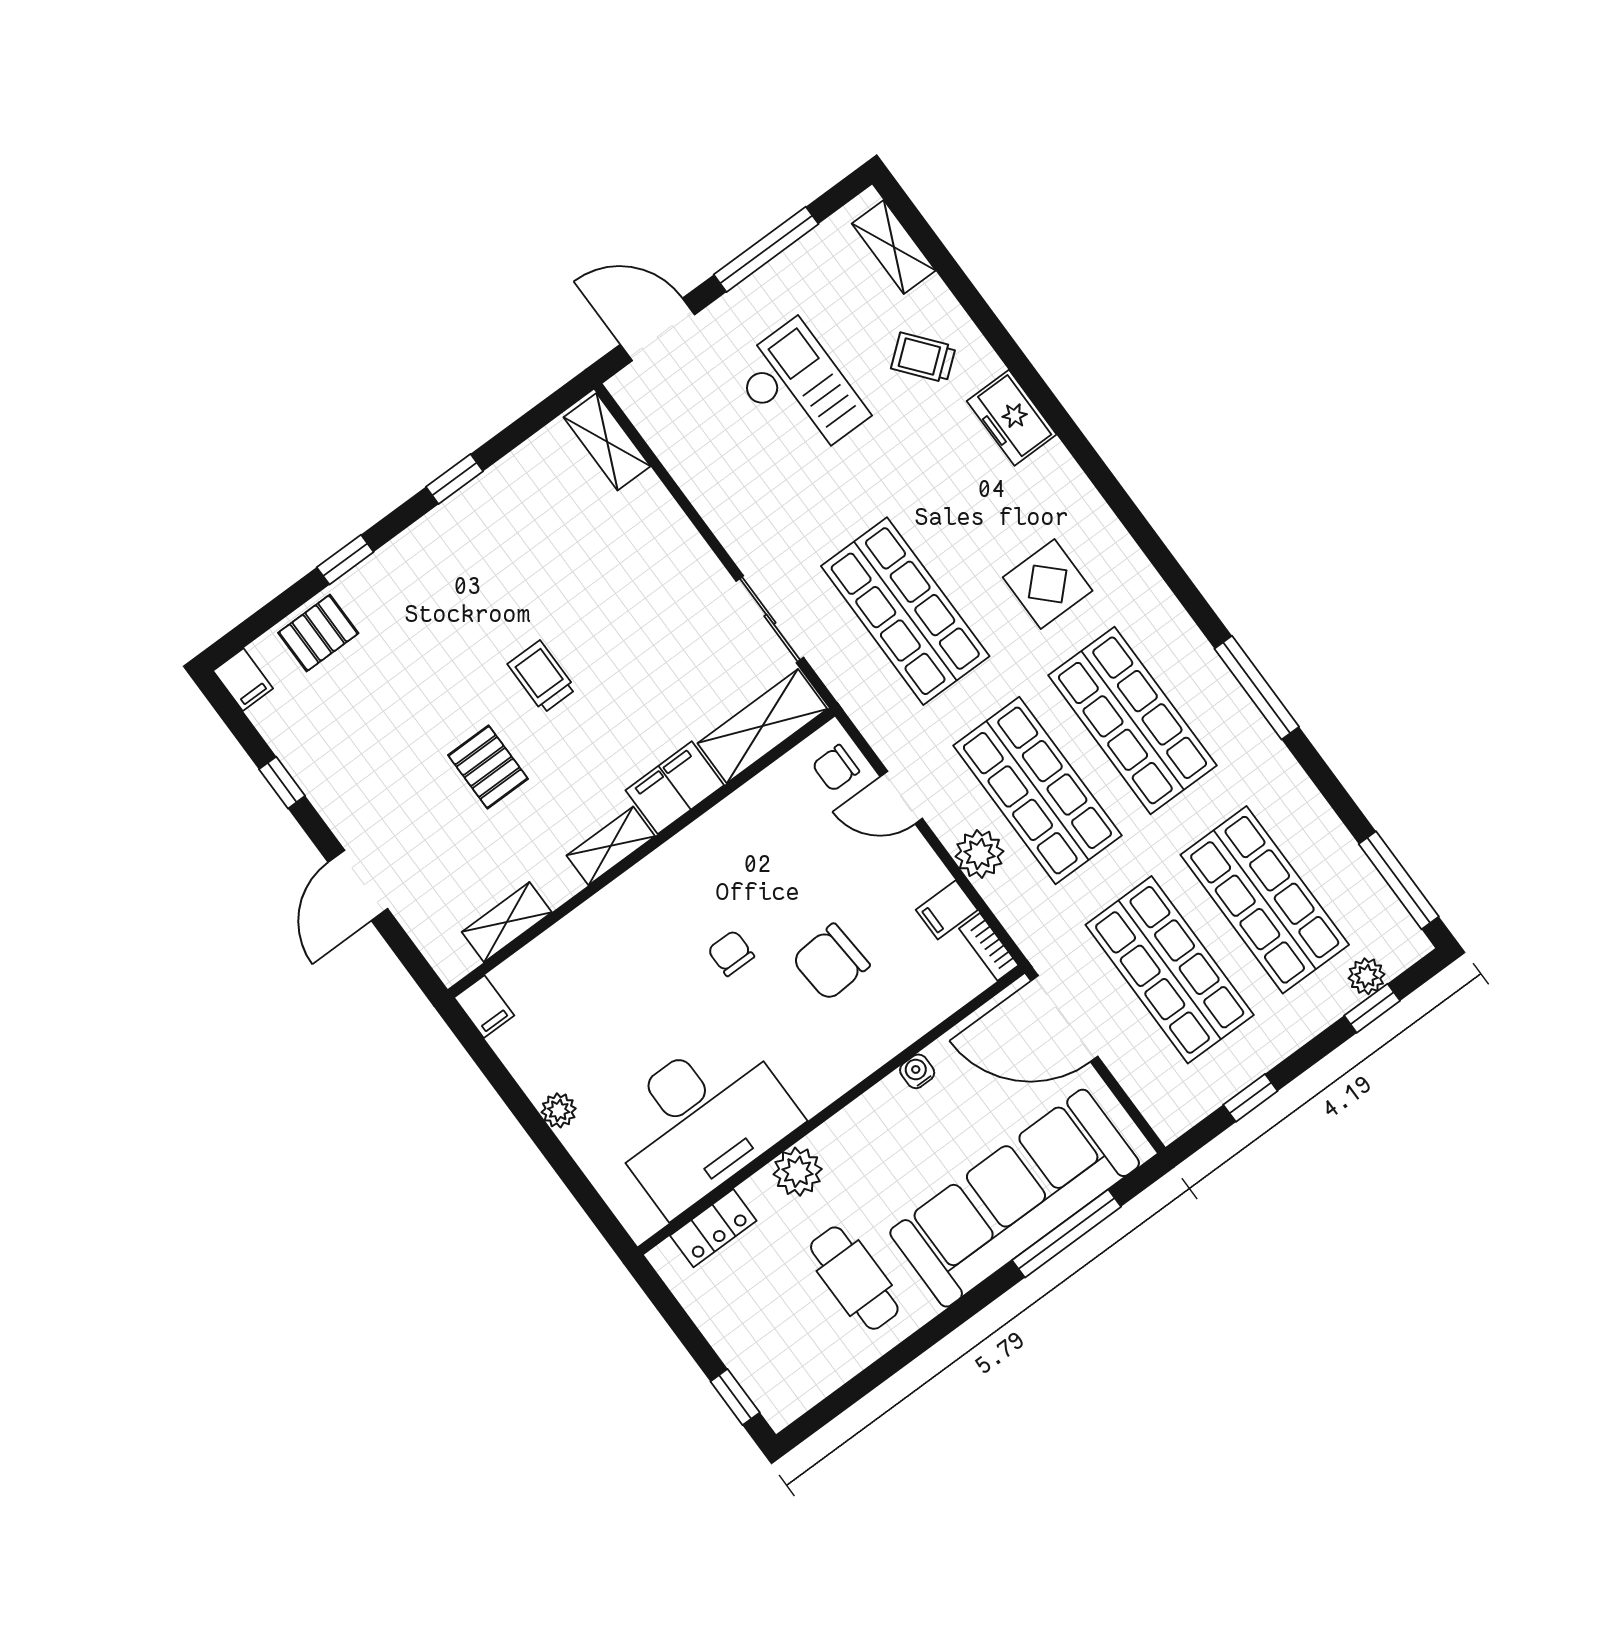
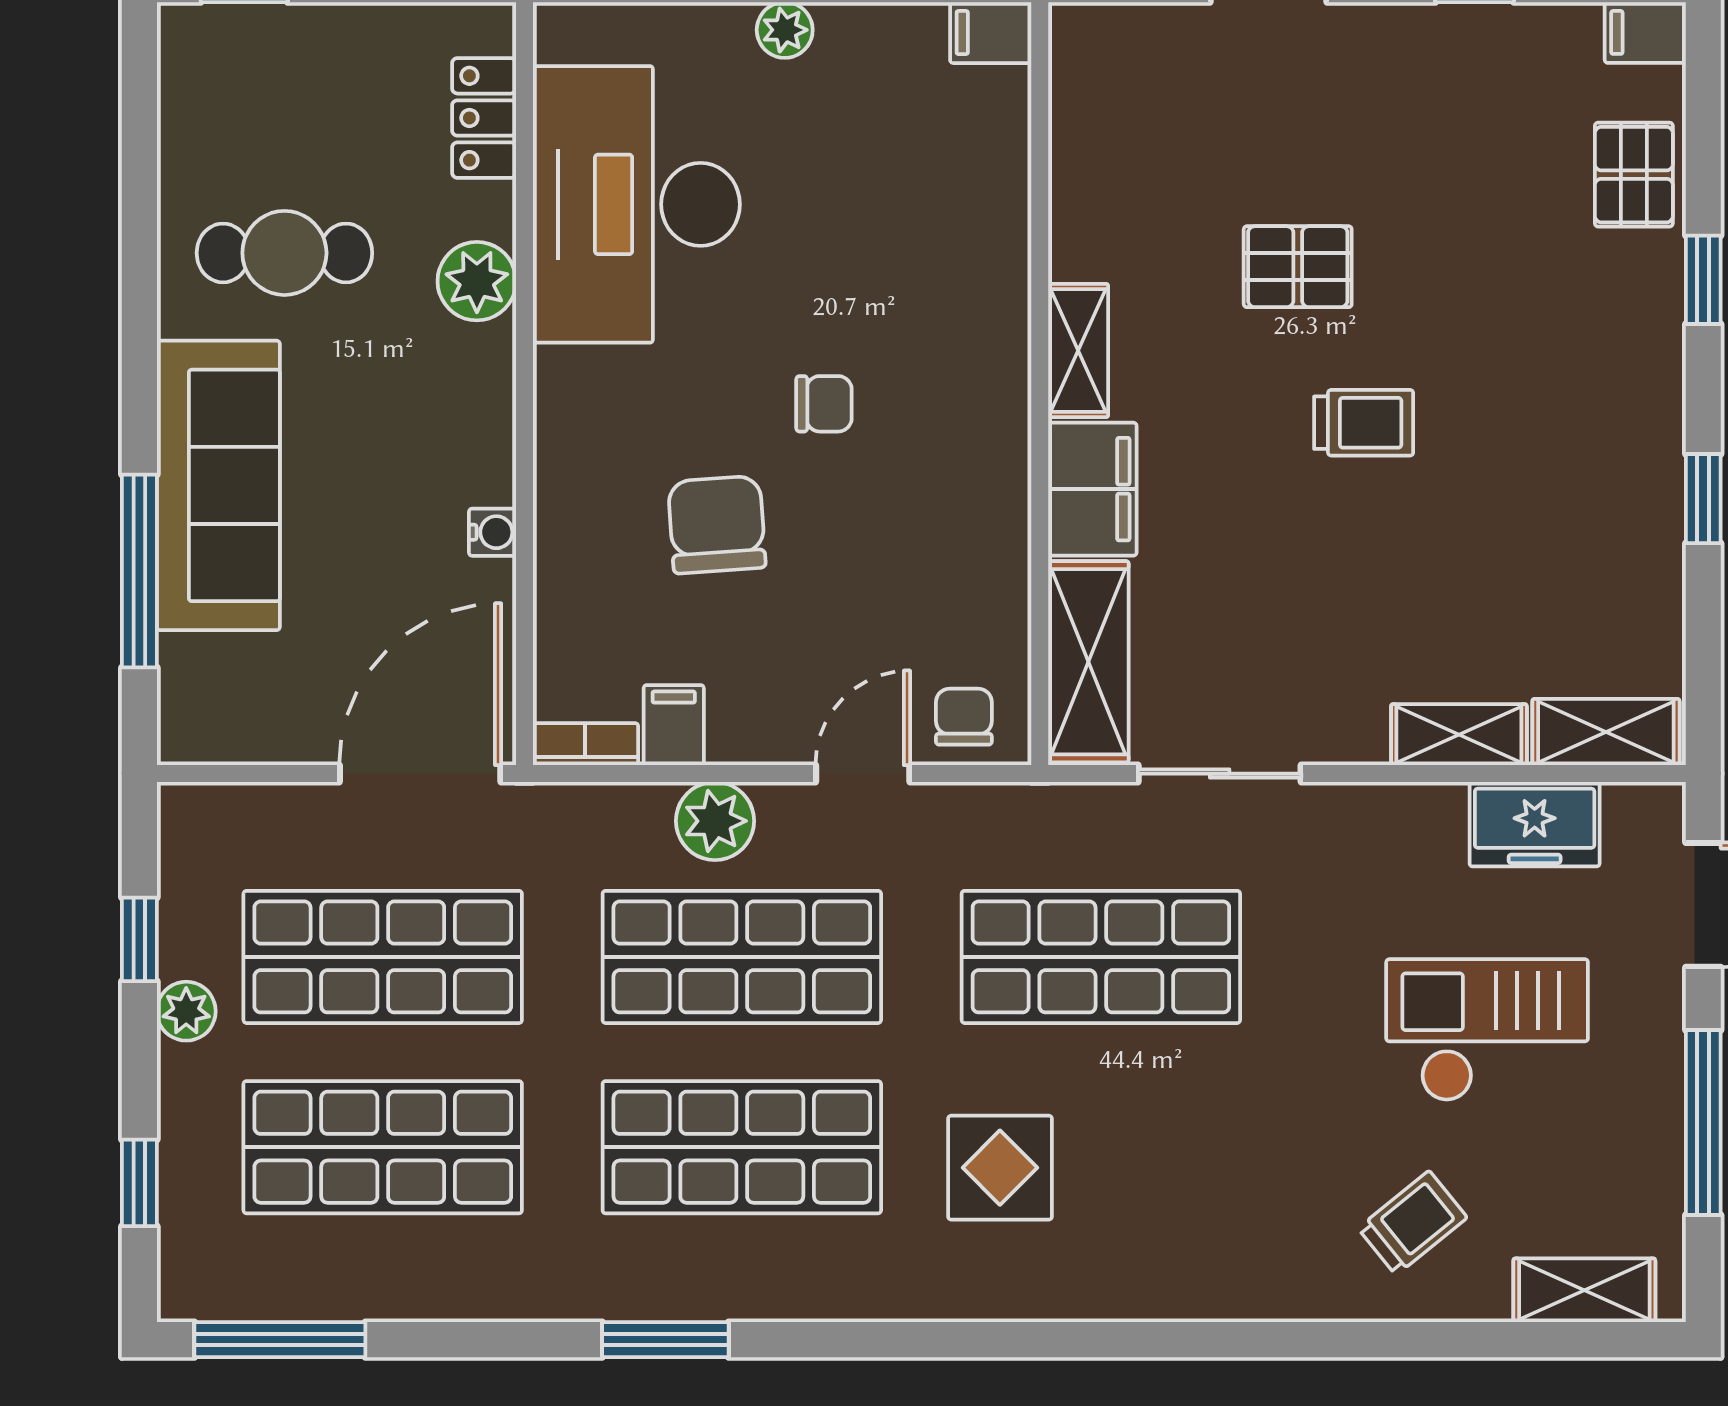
checkout: (800, 391) -> (1487, 1030), turned 180
freezer: (1012, 418) -> (1535, 824), moved, turned 180
window: (1257, 688) -> (665, 1340), width x0.69
shelving: (507, 922) -> (1459, 735), moved, turned 90
plant: (1366, 976) -> (186, 1011), moved
sofa: (1015, 1198) -> (218, 485), width x0.74, depth x0.79

